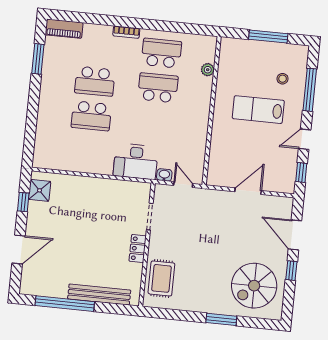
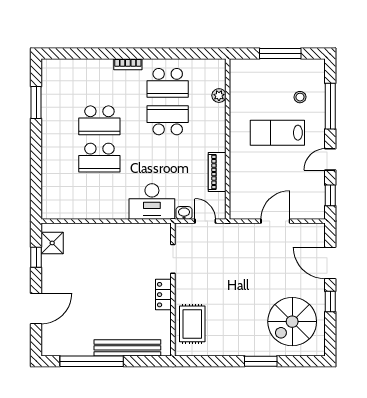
piano: (64, 29) -> (217, 172), moved, turned 90
school desk: (161, 53) -> (168, 83), turned 180

